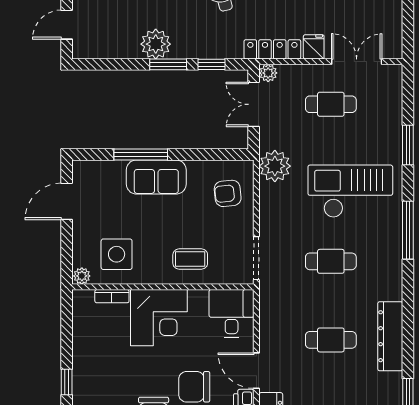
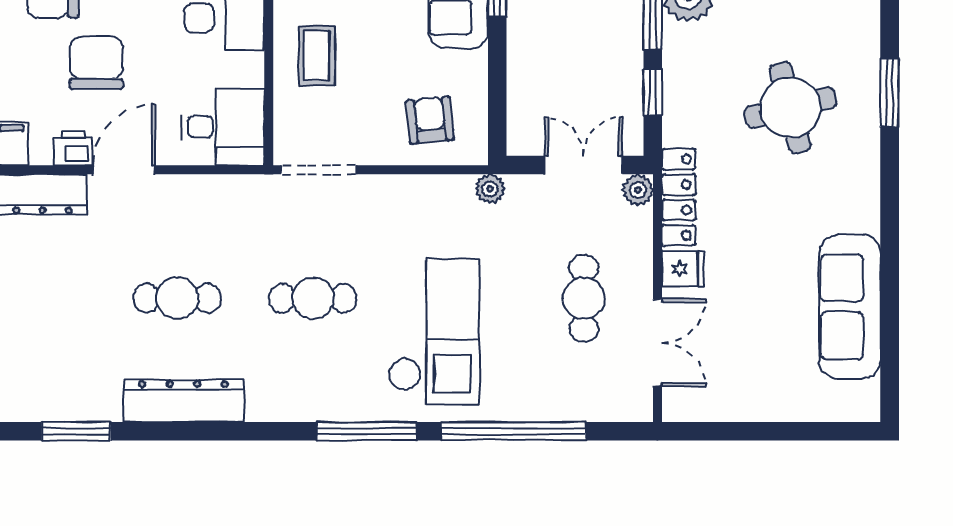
window: (408, 145) -> (514, 431), width x2.11
plant: (275, 166) -> (490, 189), width x0.53, depth x0.53
cafe table: (331, 261) -> (313, 298), turned 90
cafe table: (331, 340) -> (177, 298), turned 90

